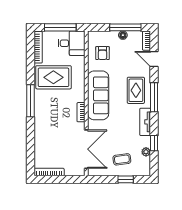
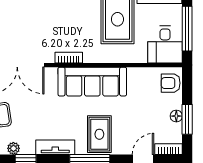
window: (125, 27) -> (187, 119), width x0.69
armchair: (102, 53) -> (171, 83), moved
rug: (136, 90) -> (99, 134), turned 90

